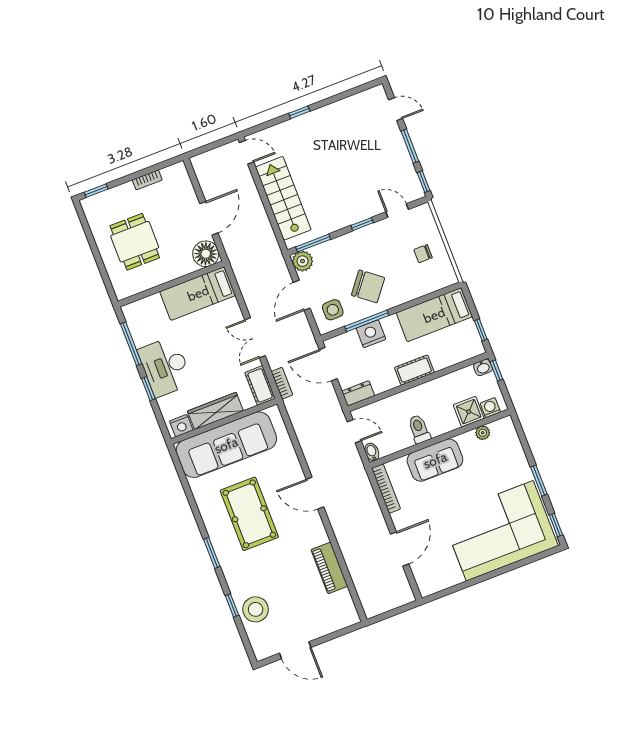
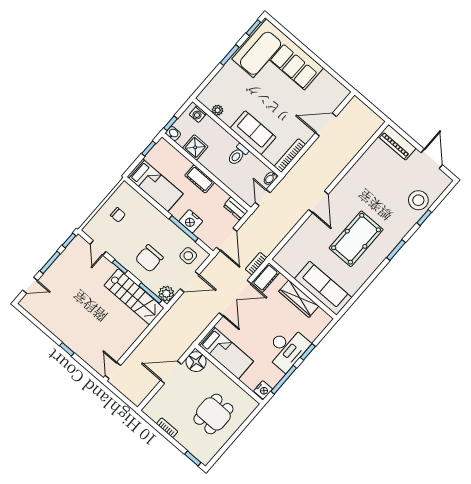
door: (396, 109) -> (30, 285), swing flipped
stairs: (283, 198) -> (134, 297), moved, turned -90
chair: (368, 286) -> (149, 258), moved, turned -128
double door: (255, 338) -> (235, 298), width x1.37
shower: (469, 412) -> (195, 147), moved
nightstand: (181, 426) -> (263, 390), moved, turned 90
sofa: (226, 445) -> (323, 288), width x0.74, depth x0.79
piano: (329, 568) -> (397, 142), moved, turned 90

